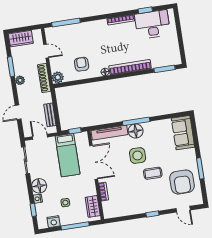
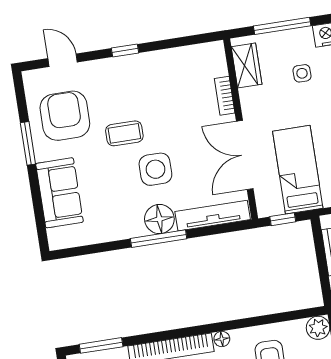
sofa: (183, 133) -> (59, 193), moved

